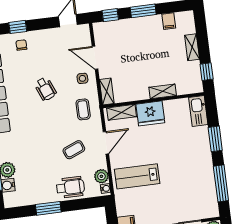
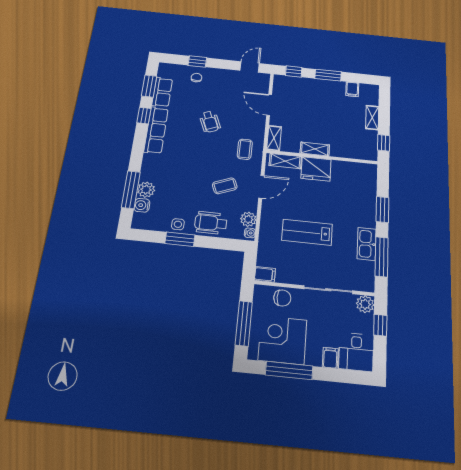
side table: (82, 78) -> (178, 224), moved
shelving: (163, 91) -> (315, 149), moved
kitchen sink: (198, 111) -> (367, 244), moved
lab bench: (137, 176) -> (307, 232), moved
wheelchair: (70, 187) -> (211, 223), turned 180

